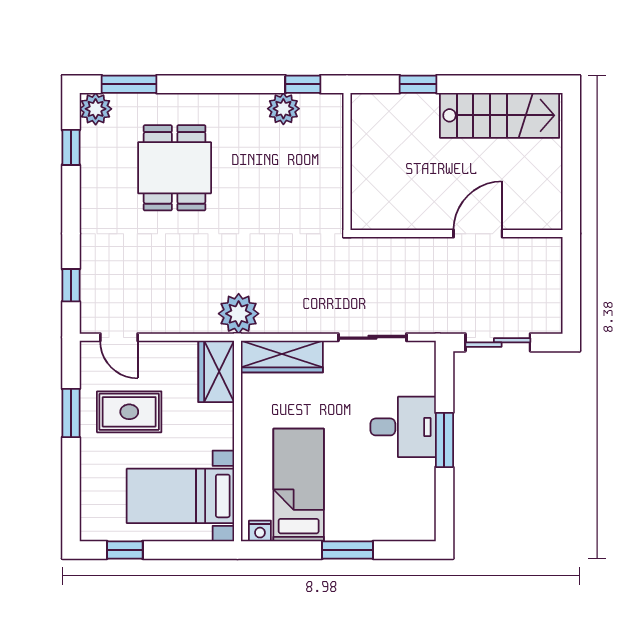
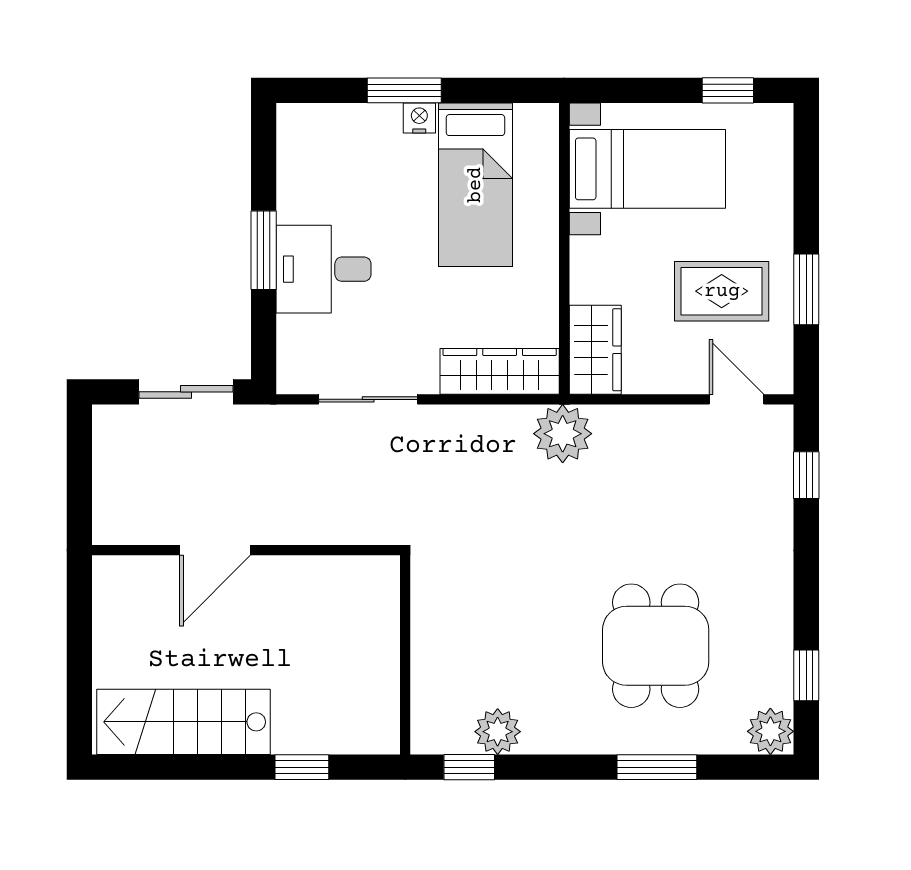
window: (129, 84) -> (657, 767), moved
nightstand: (260, 531) -> (419, 118), moved

